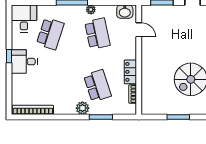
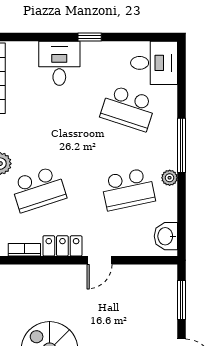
door: (139, 30) -> (100, 260), moved
desk: (24, 62) -> (59, 63), moved

